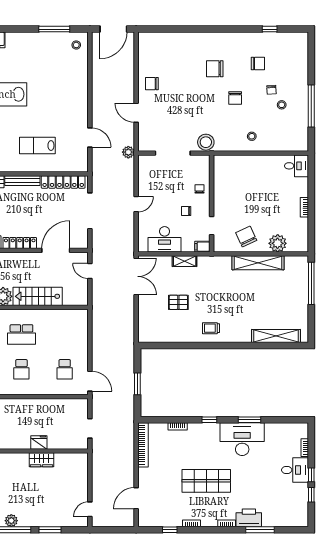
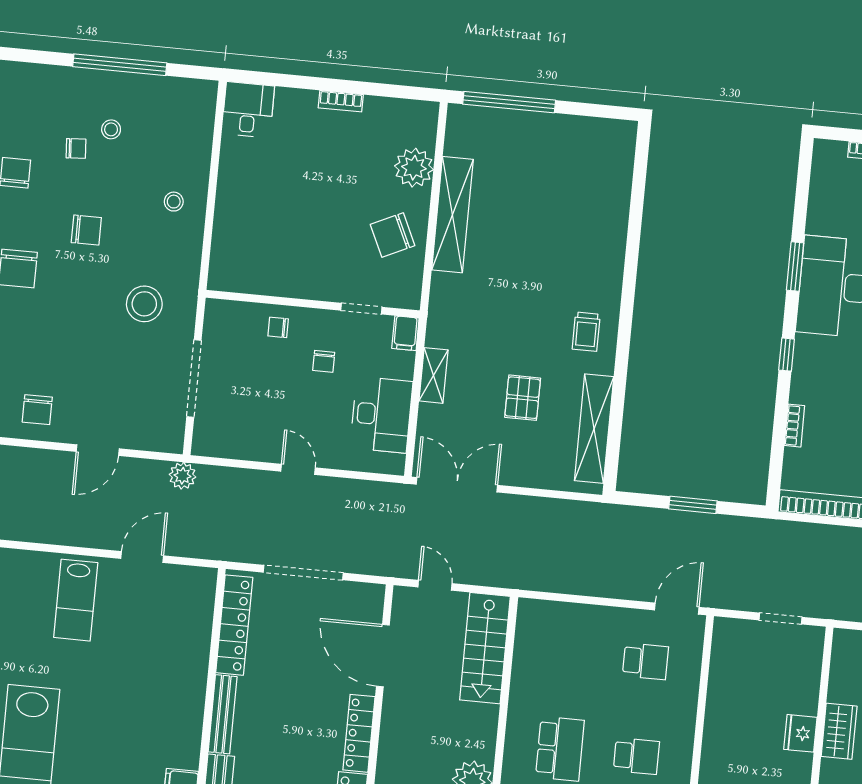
stool: (206, 142) -> (144, 304), moved
lab bench: (37, 146) -> (76, 600), moved
door: (90, 271) -> (435, 585), swing flipped
stairs: (38, 296) -> (485, 648), moved
shelving: (276, 336) -> (594, 429), moved

